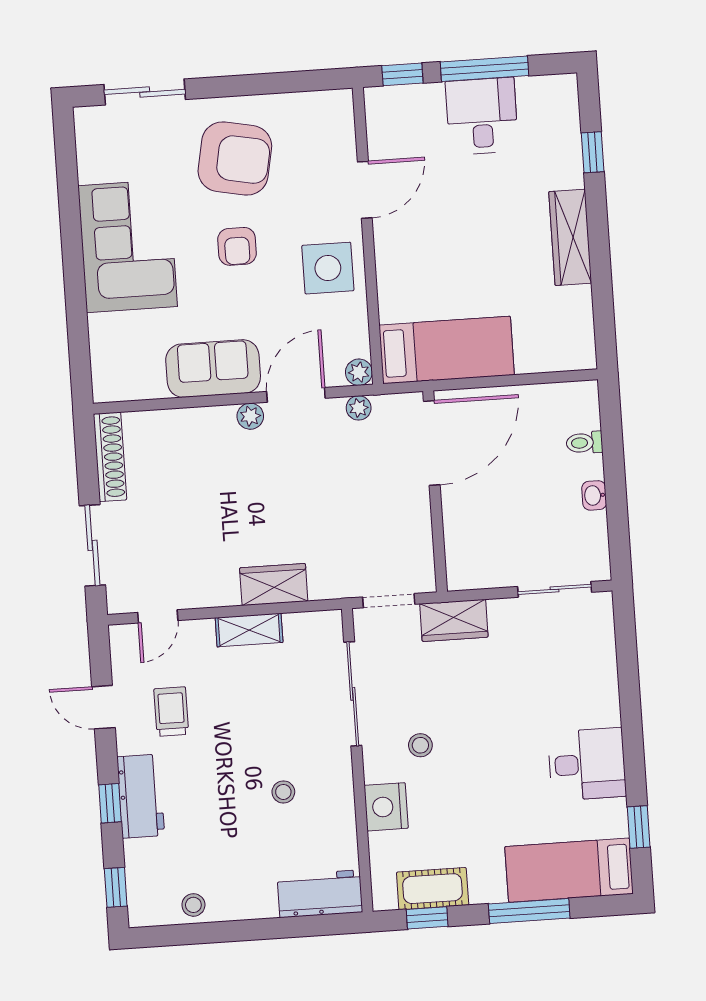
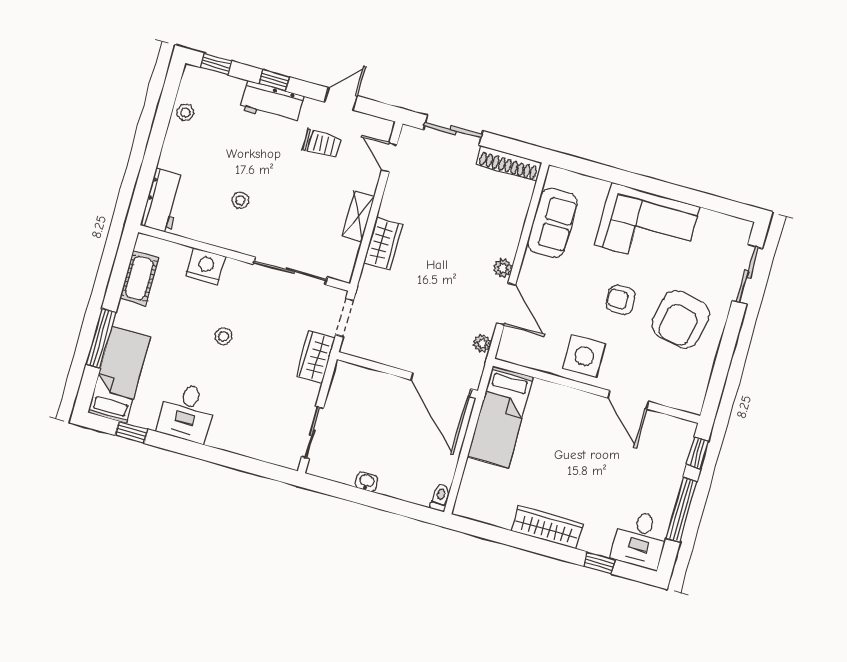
desk: (482, 116) -> (640, 539), moved, turned 90
sofa: (213, 369) -> (552, 223), moved
plant: (359, 372) -> (506, 352), removed
toilet: (585, 443) -> (440, 498), moved
stool: (420, 745) -> (223, 336), moved
window: (427, 918) -> (121, 267), removed

